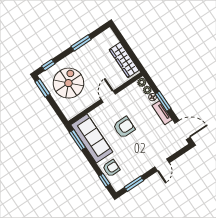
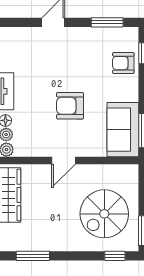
window: (81, 43) -> (33, 256), moved
sofa: (92, 138) -> (123, 130), width x0.73

